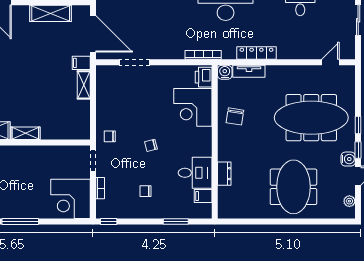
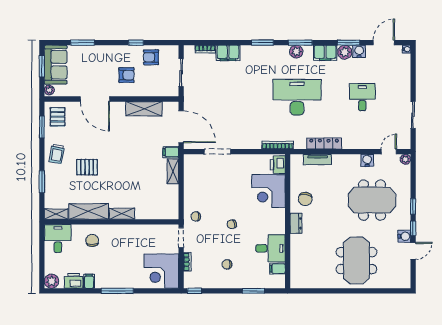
water cooler: (225, 72) -> (367, 160), moved
meeting table: (311, 118) -> (372, 200), width x0.73
dresser: (224, 174) -> (296, 223), moved
plant: (349, 201) -> (405, 159), moved

